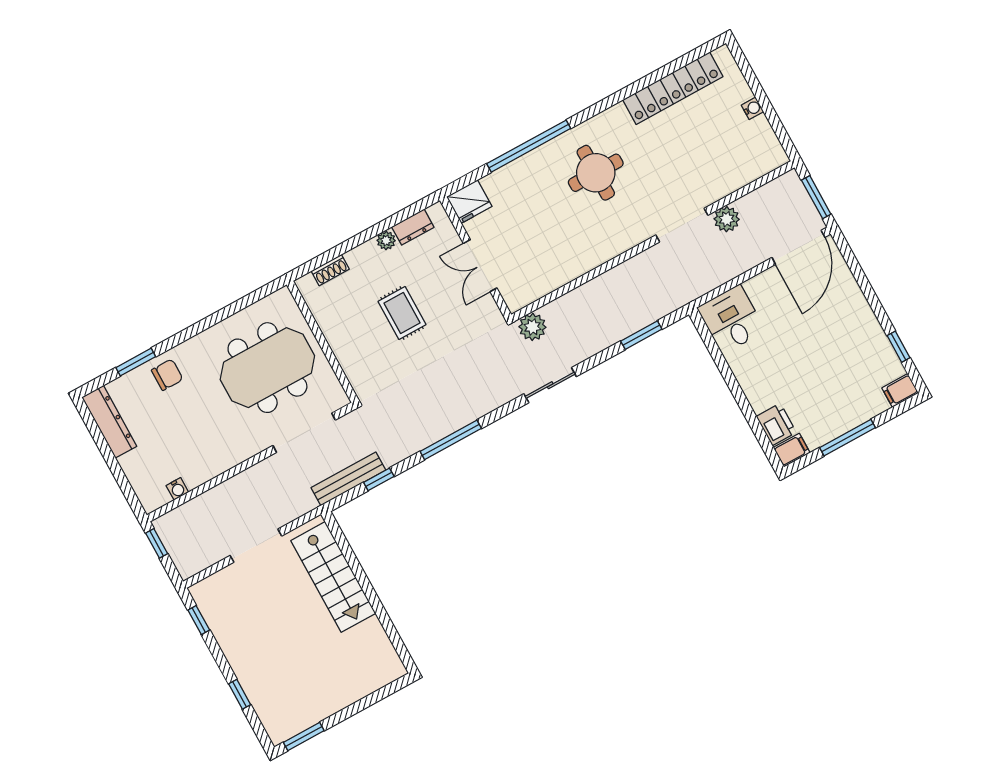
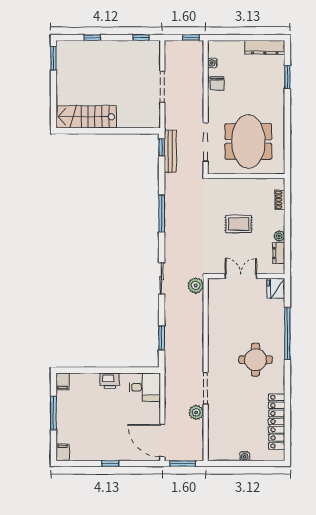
window: (899, 347) -> (110, 463), moved
chair: (167, 375) -> (217, 83), moved
printer: (776, 424) -> (110, 381), moved
window: (379, 479) -> (162, 147), moved
stairs: (333, 577) -> (86, 117), moved

